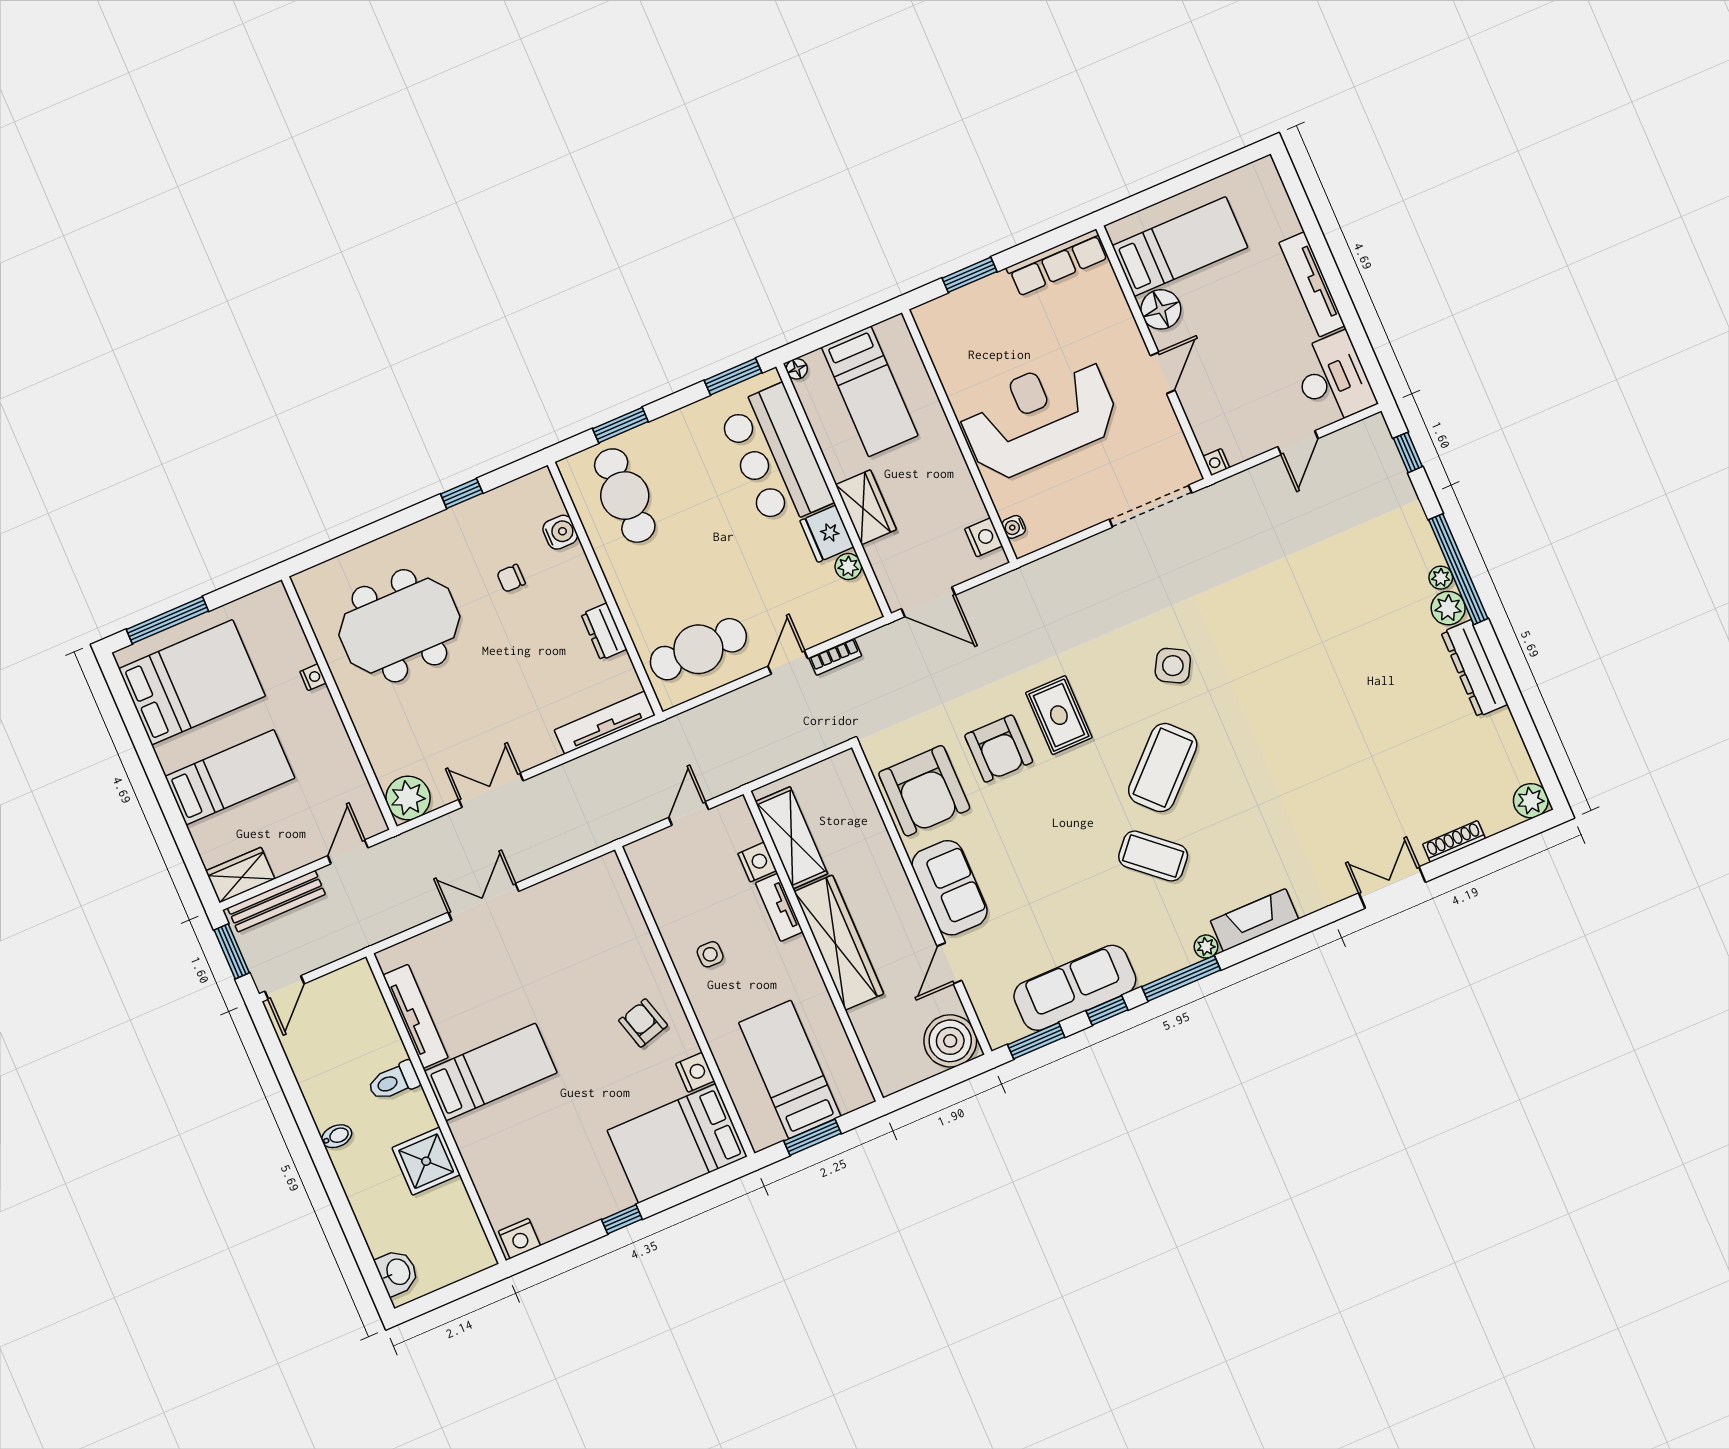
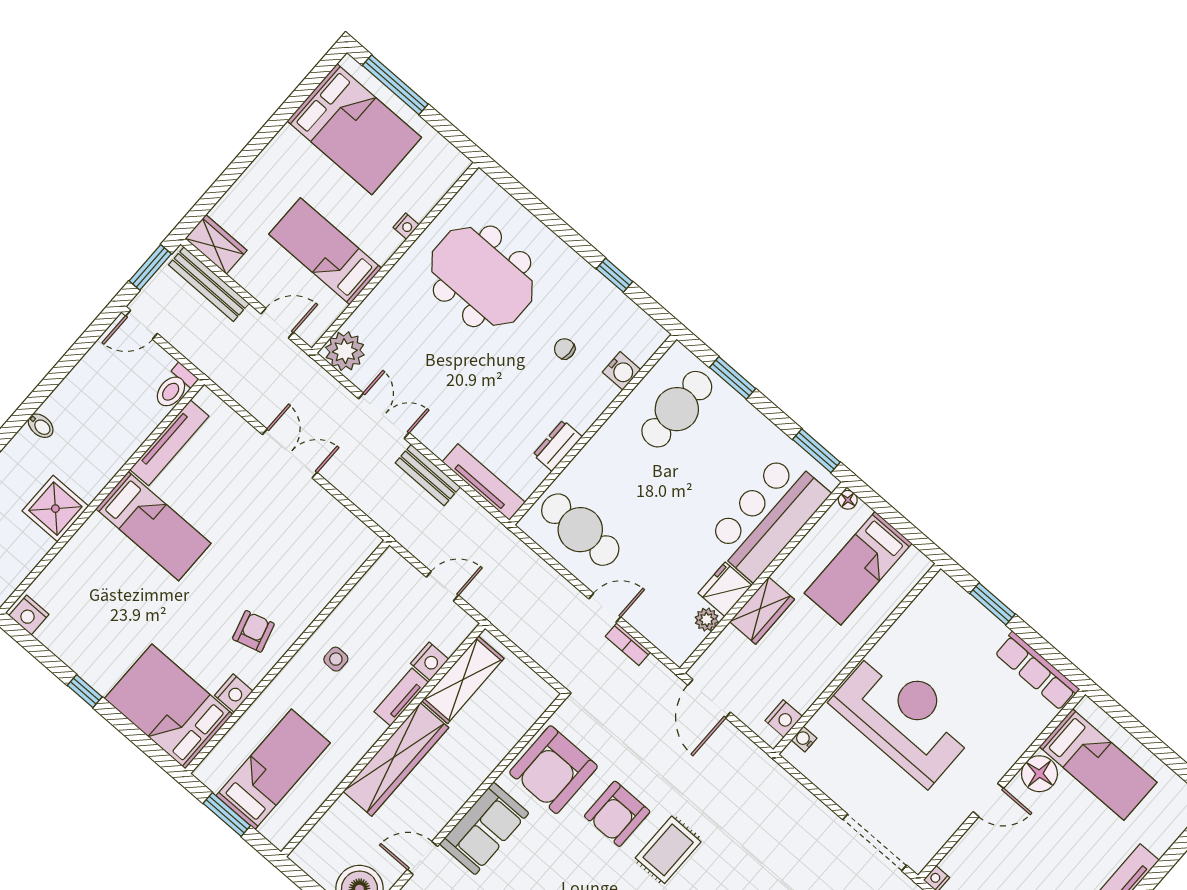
bench: (571, 775) -> (428, 475), added
bed: (230, 777) -> (325, 251), moved, turned 180
toilet: (394, 1081) -> (175, 387), moved, turned -90

